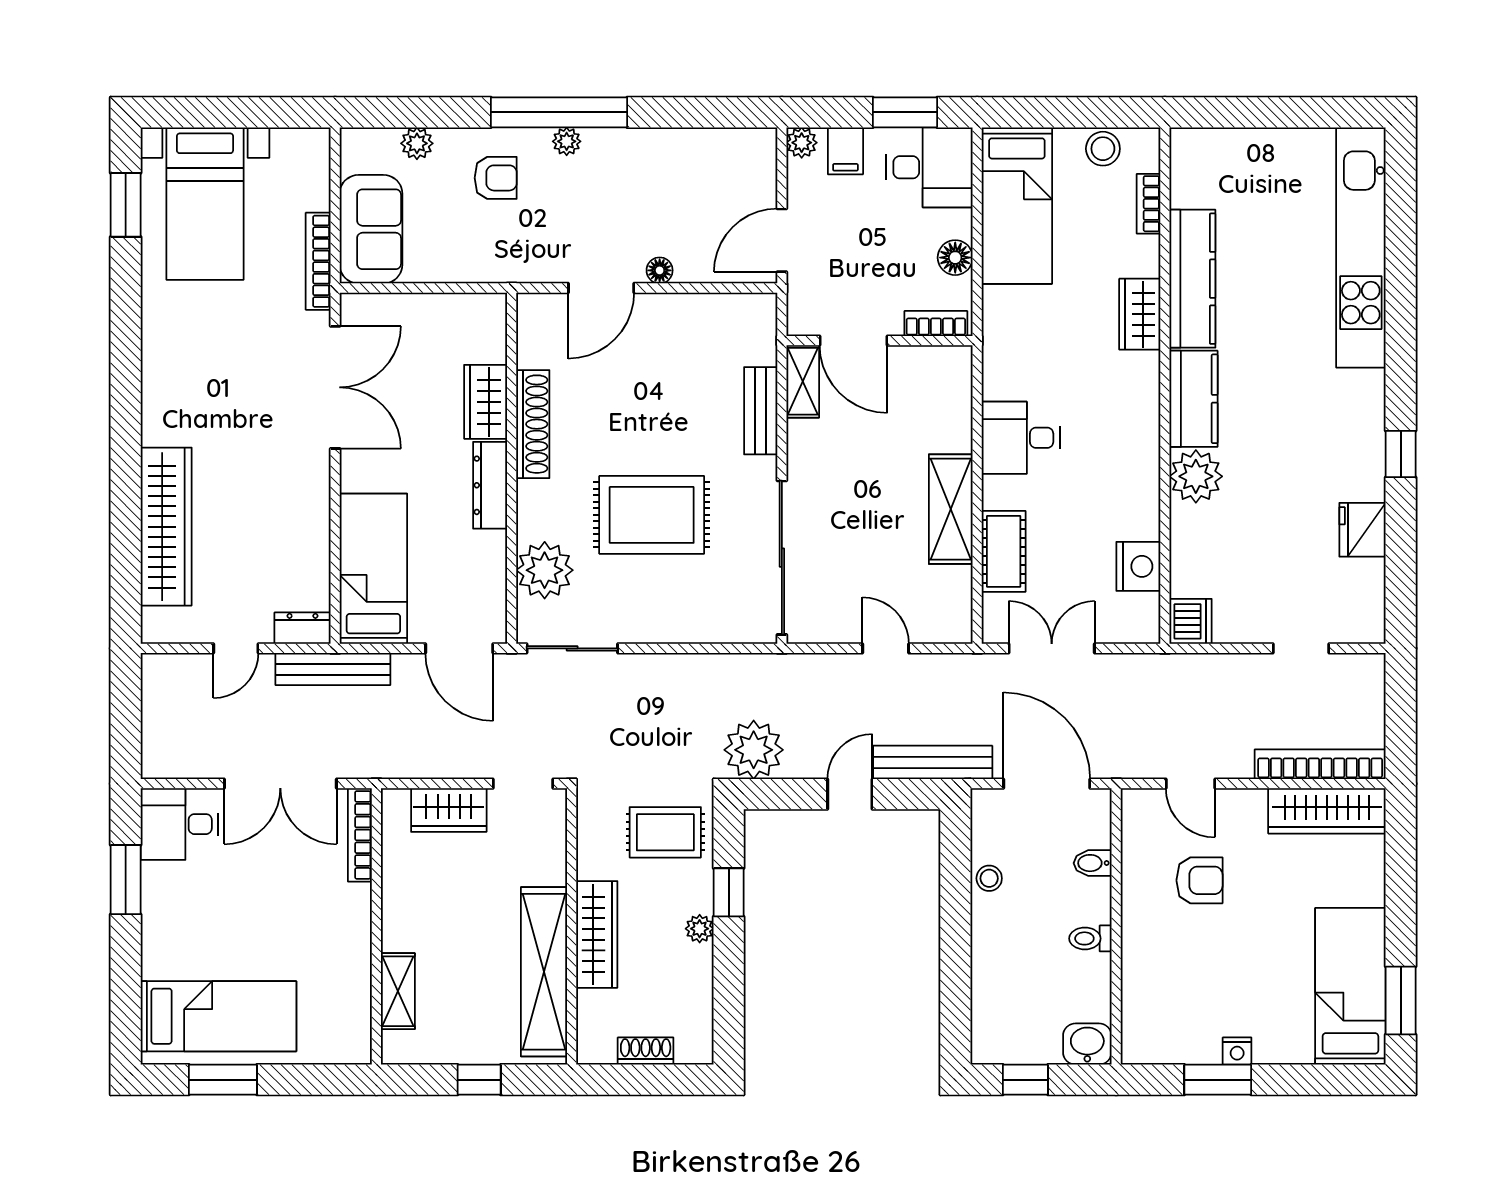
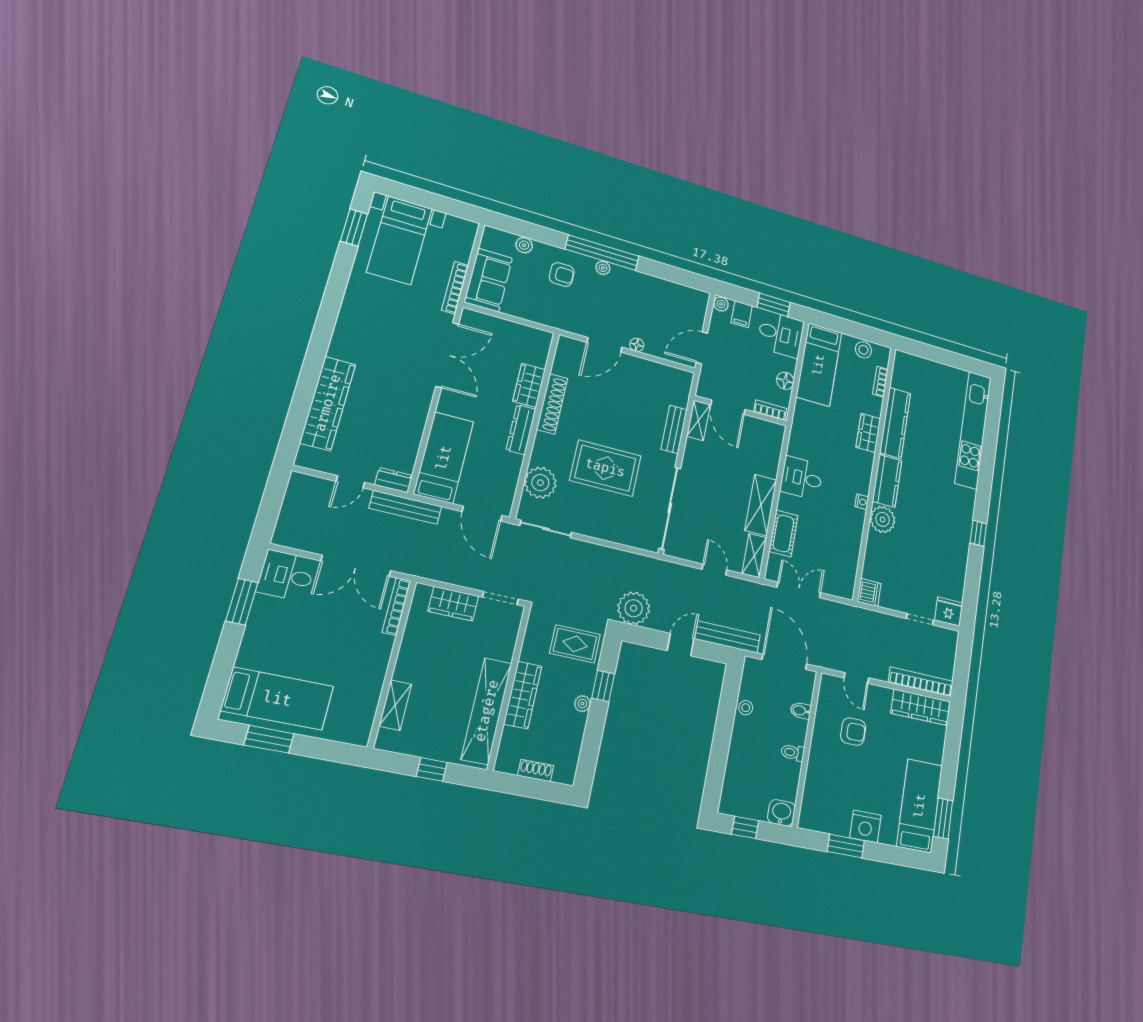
fridge: (1362, 530) -> (949, 612), moved, turned 90
nightstand: (1138, 566) -> (862, 502), moved, width x0.53, depth x0.56
shelving: (955, 605) -> (754, 556), added
nightstand: (1237, 1051) -> (865, 826), width x1.89, depth x1.79

